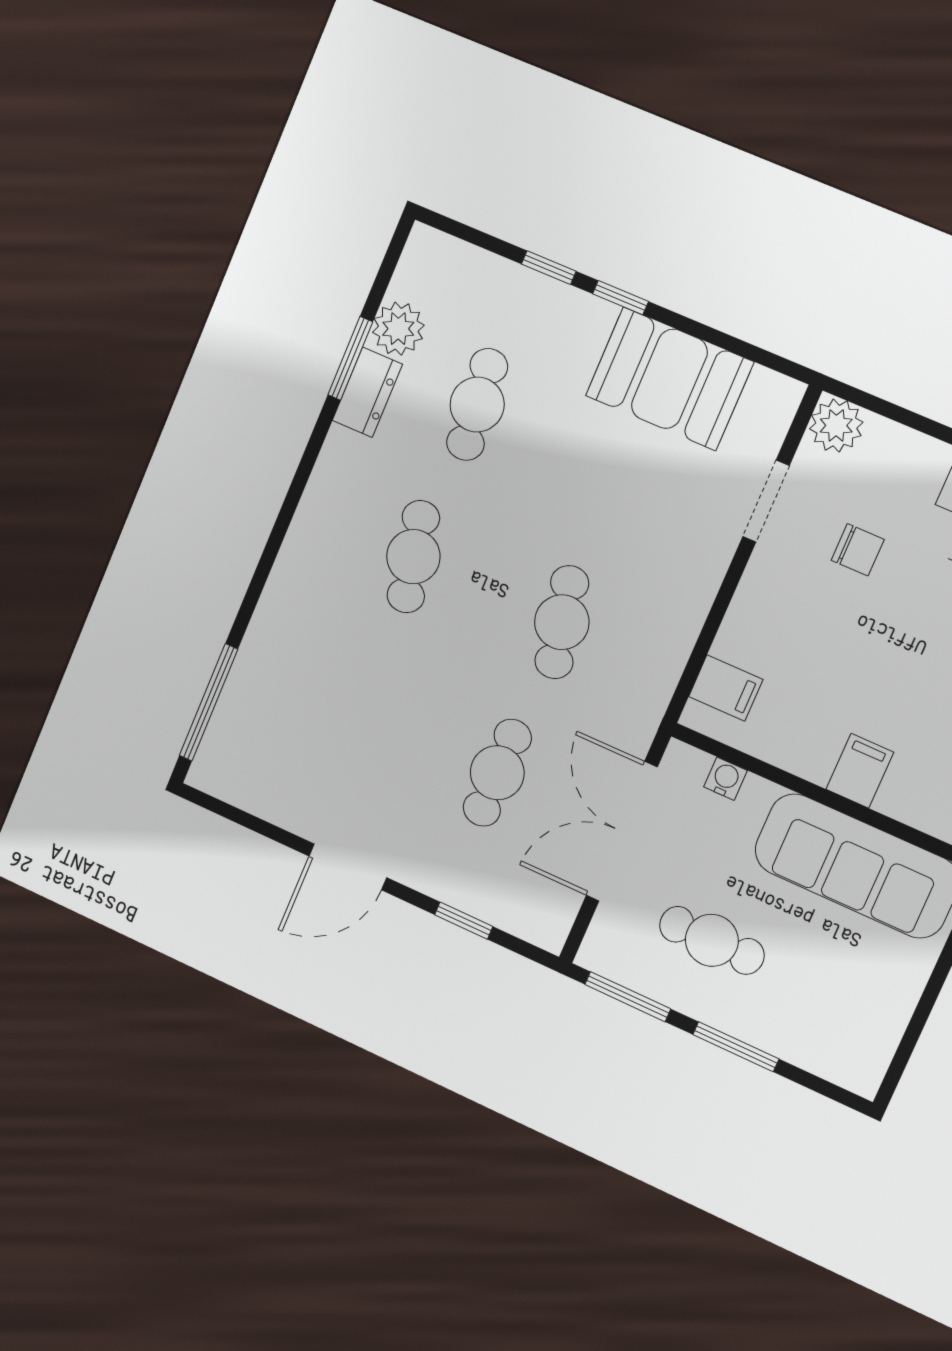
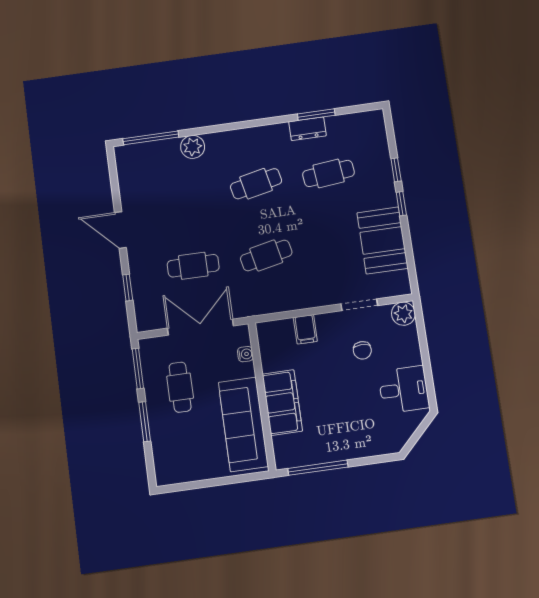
plant: (398, 329) -> (193, 147), moved
filing cabinet: (726, 688) -> (305, 329), moved
filing cabinet: (860, 771) -> (282, 403), width x3.00, depth x1.17

